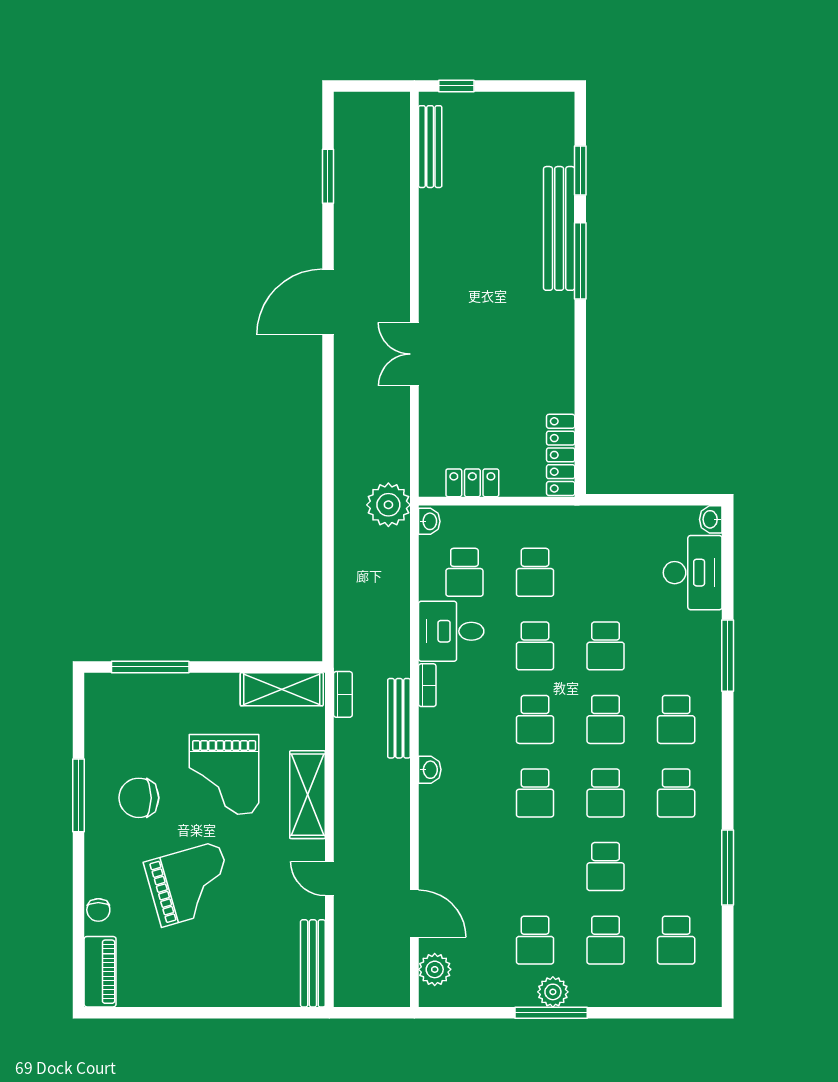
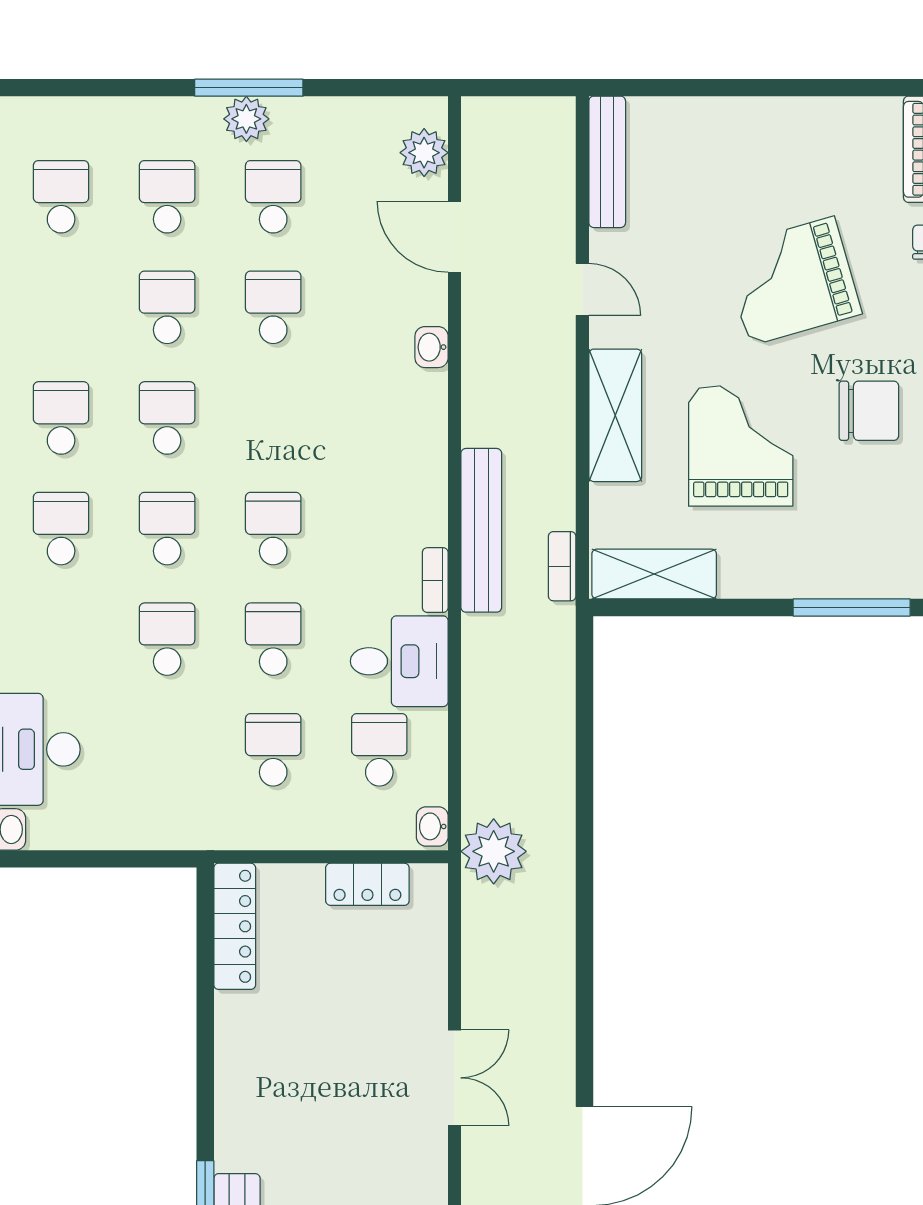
bench: (399, 718) -> (481, 530), width x1.37, depth x1.21
washbasin: (430, 770) -> (432, 347), moved
school desk: (535, 793) -> (273, 307), moved

